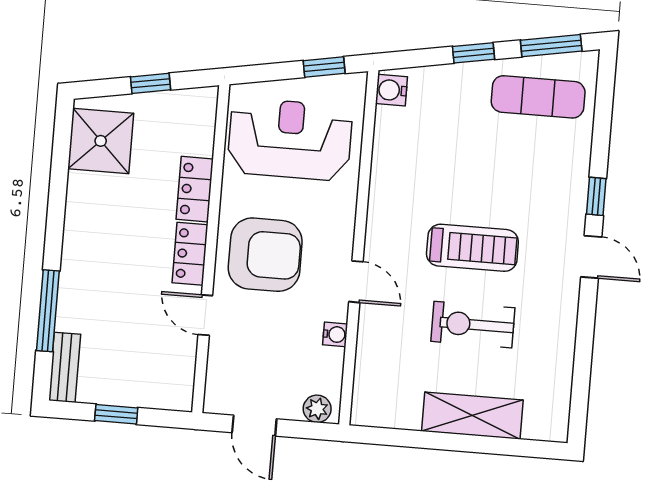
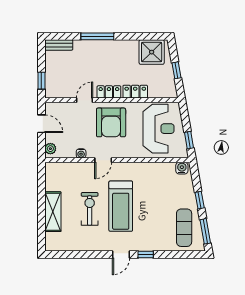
treadmill: (472, 248) -> (121, 206), width x1.37, depth x1.38
window: (48, 311) -> (97, 36), moved
window: (116, 414) -> (41, 81), moved
door: (254, 426) -> (41, 124), swing flipped

